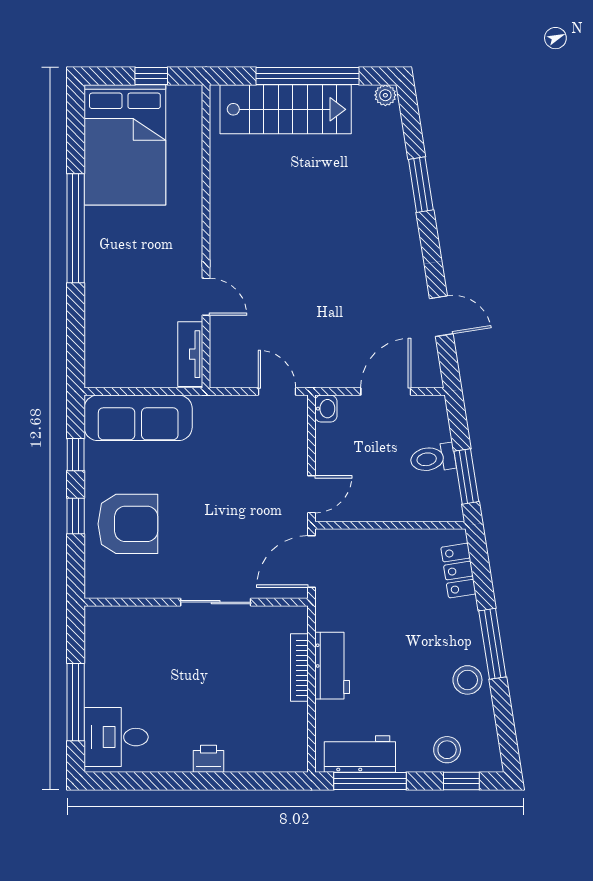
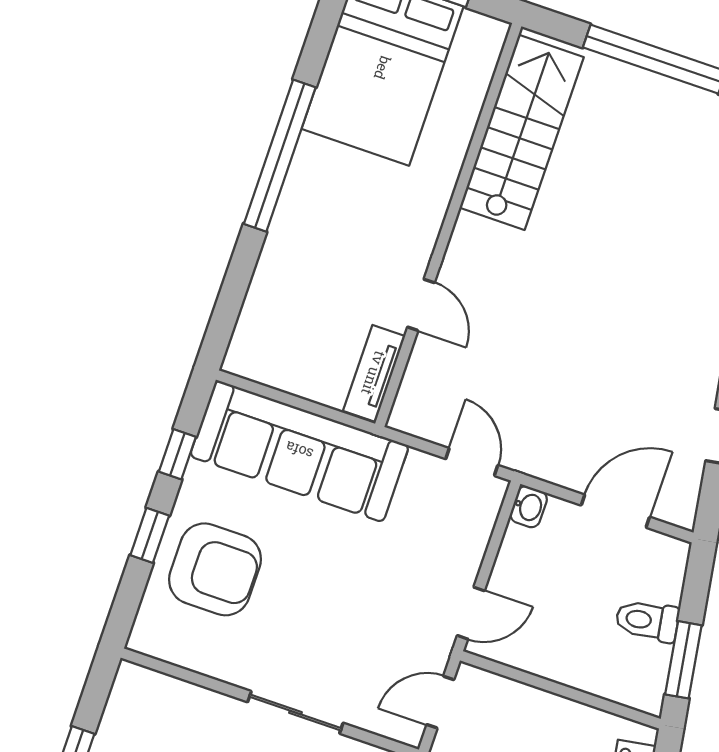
stairs: (286, 109) -> (522, 132), moved, turned -90
sofa: (138, 418) -> (299, 451), width x1.36, depth x1.27
door: (311, 562) -> (440, 702), width x0.73

